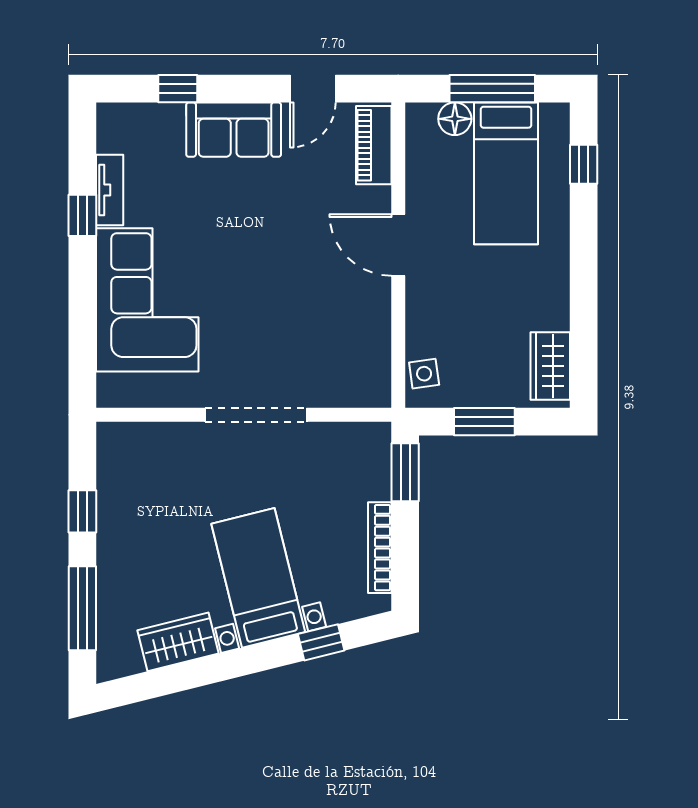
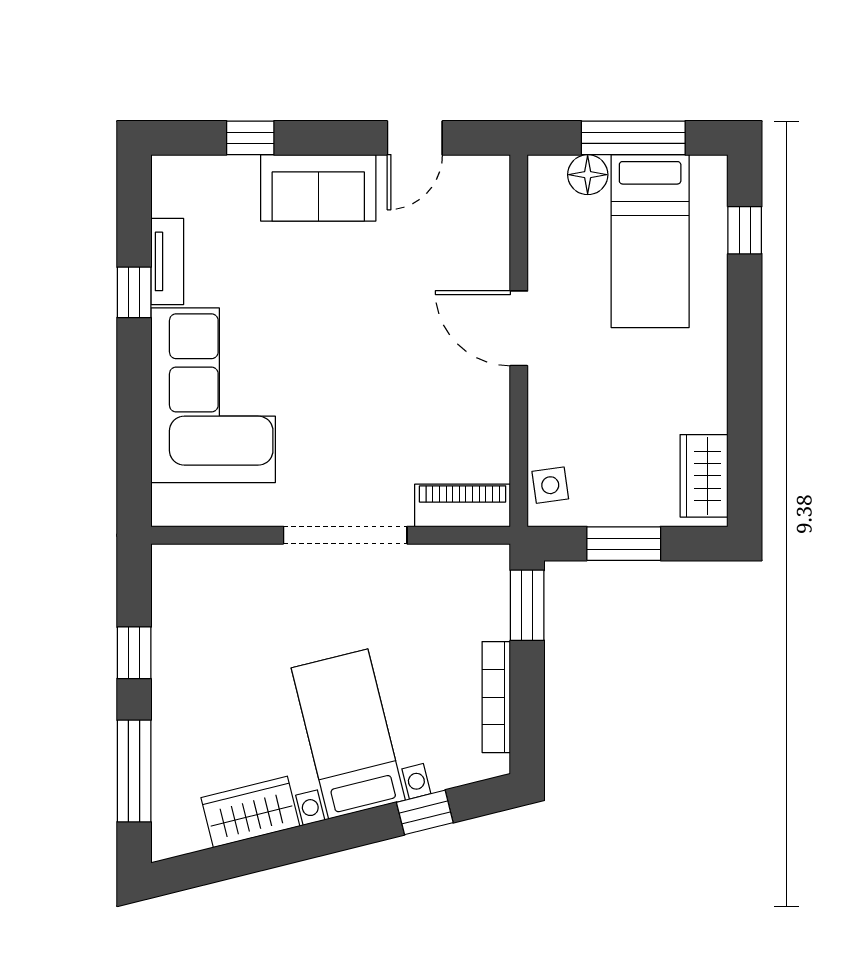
piano: (374, 145) -> (463, 505), moved, turned 90

